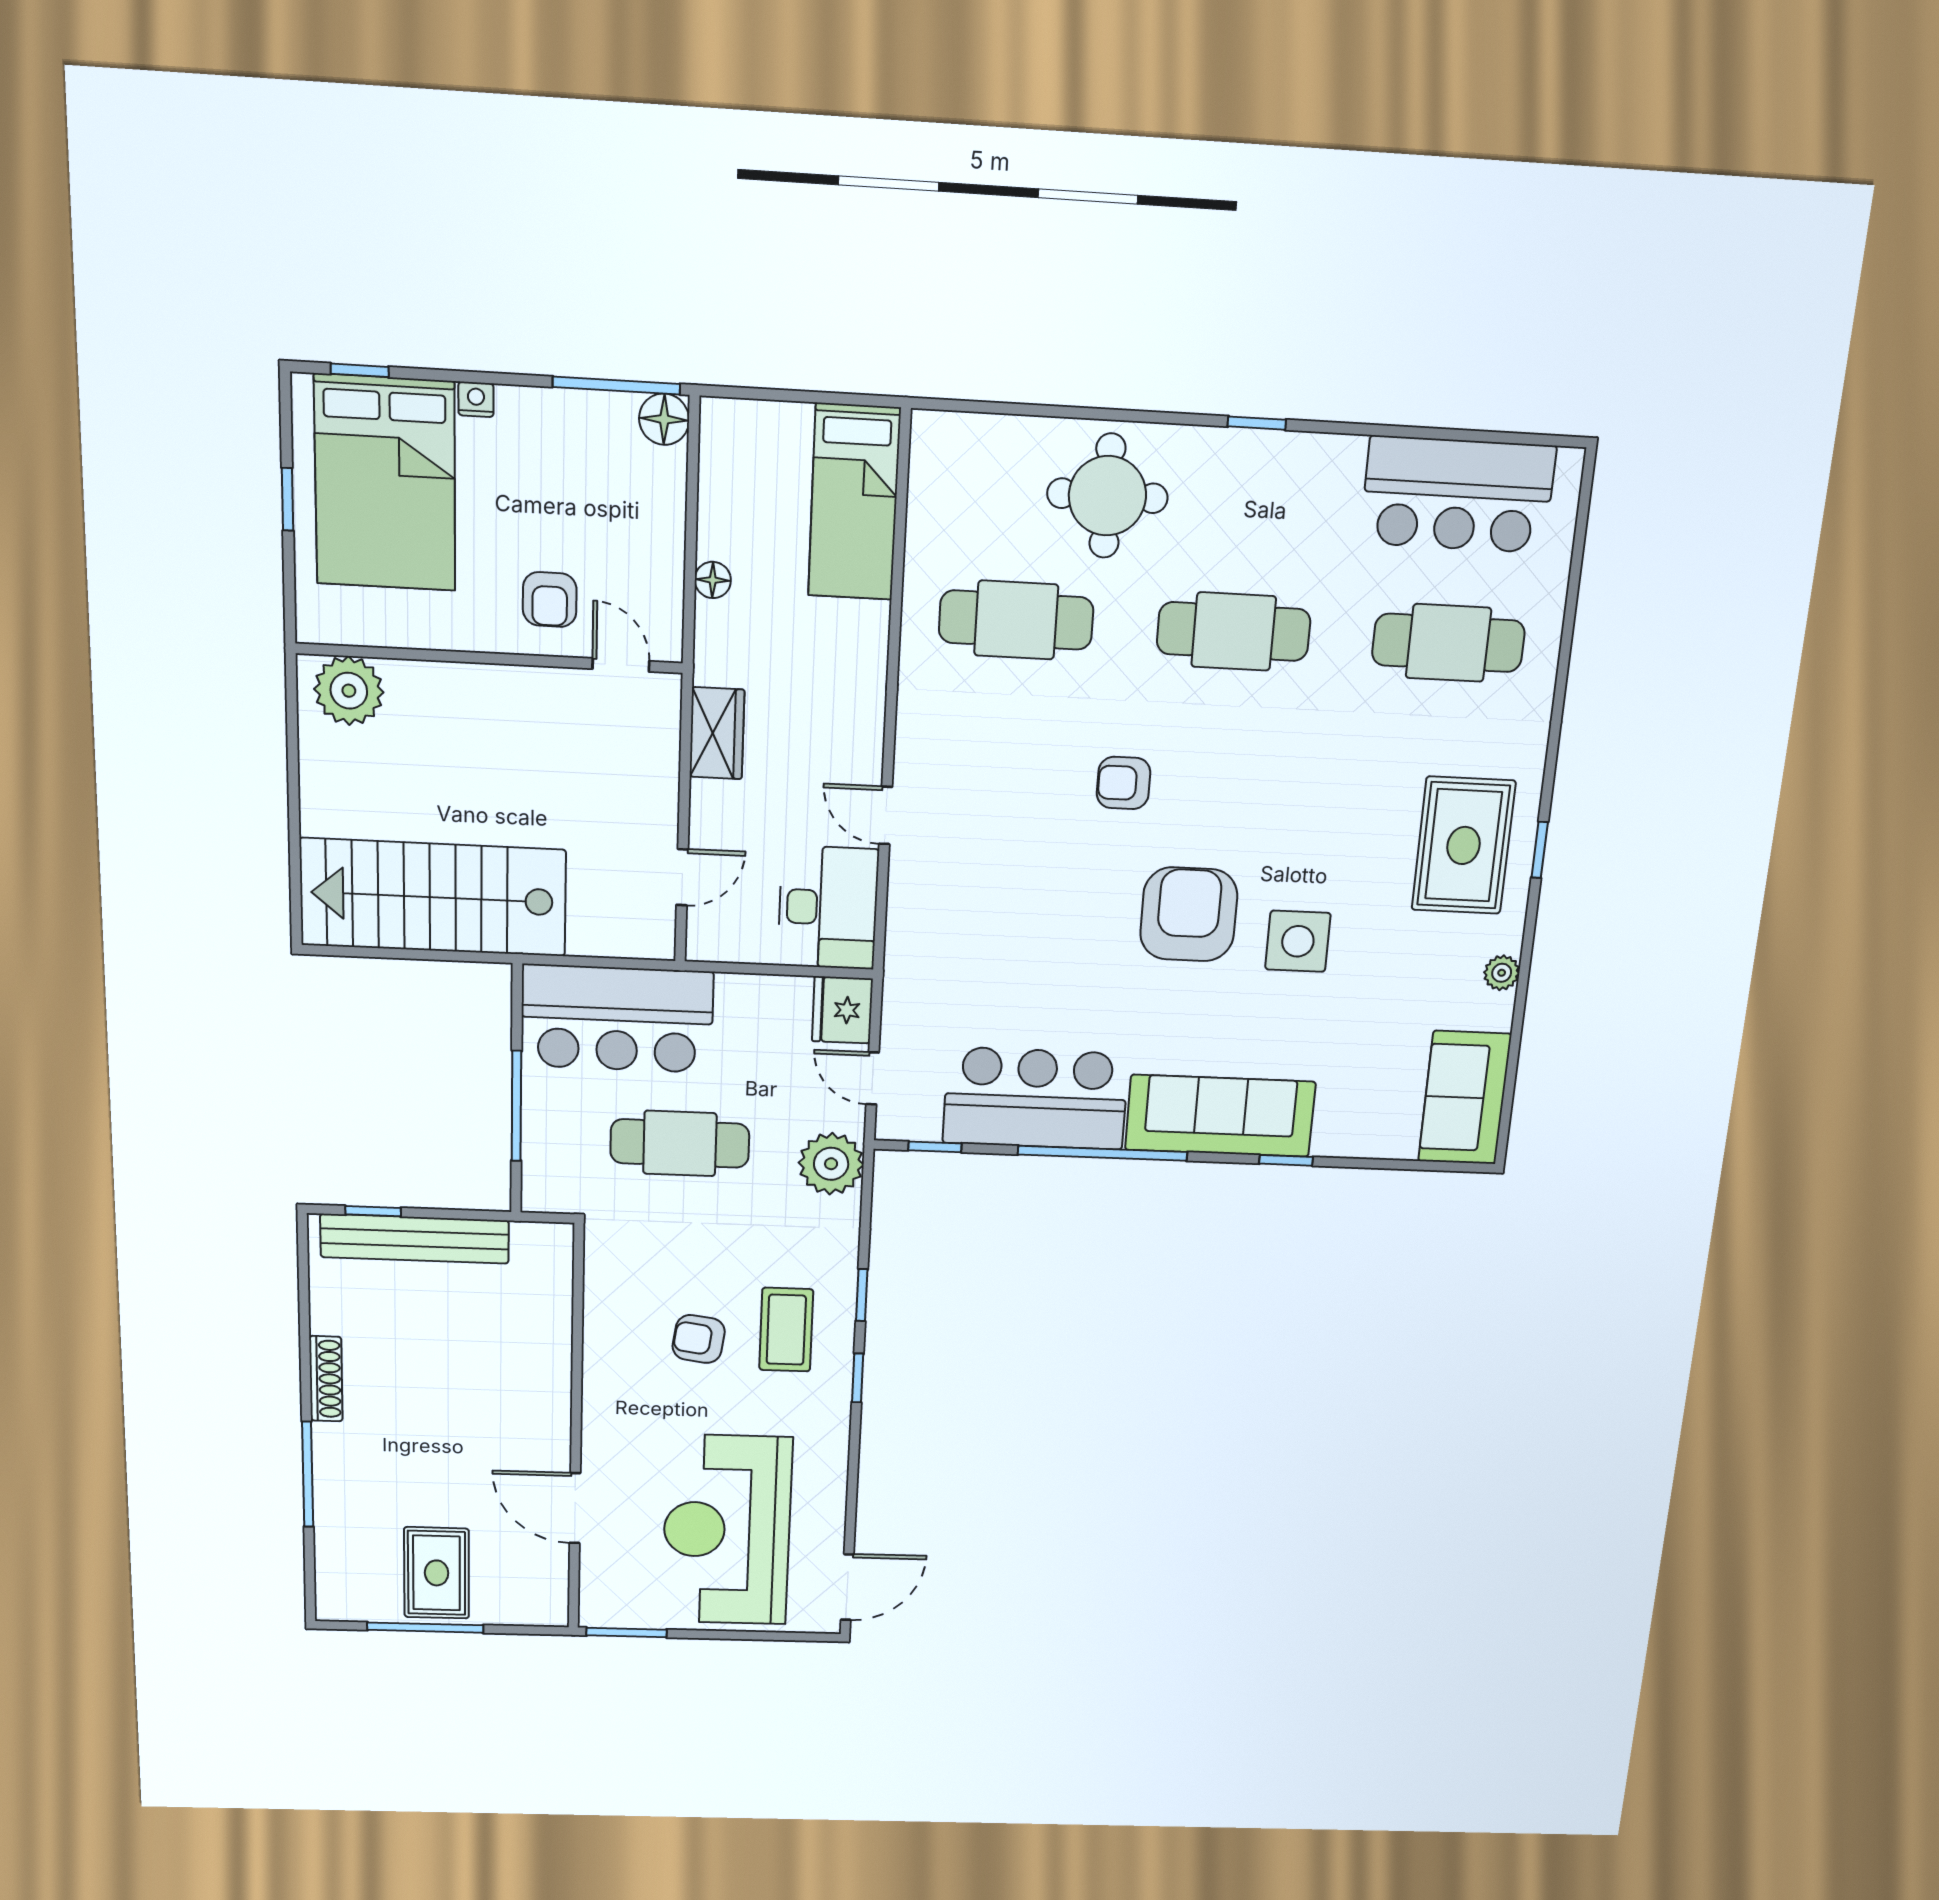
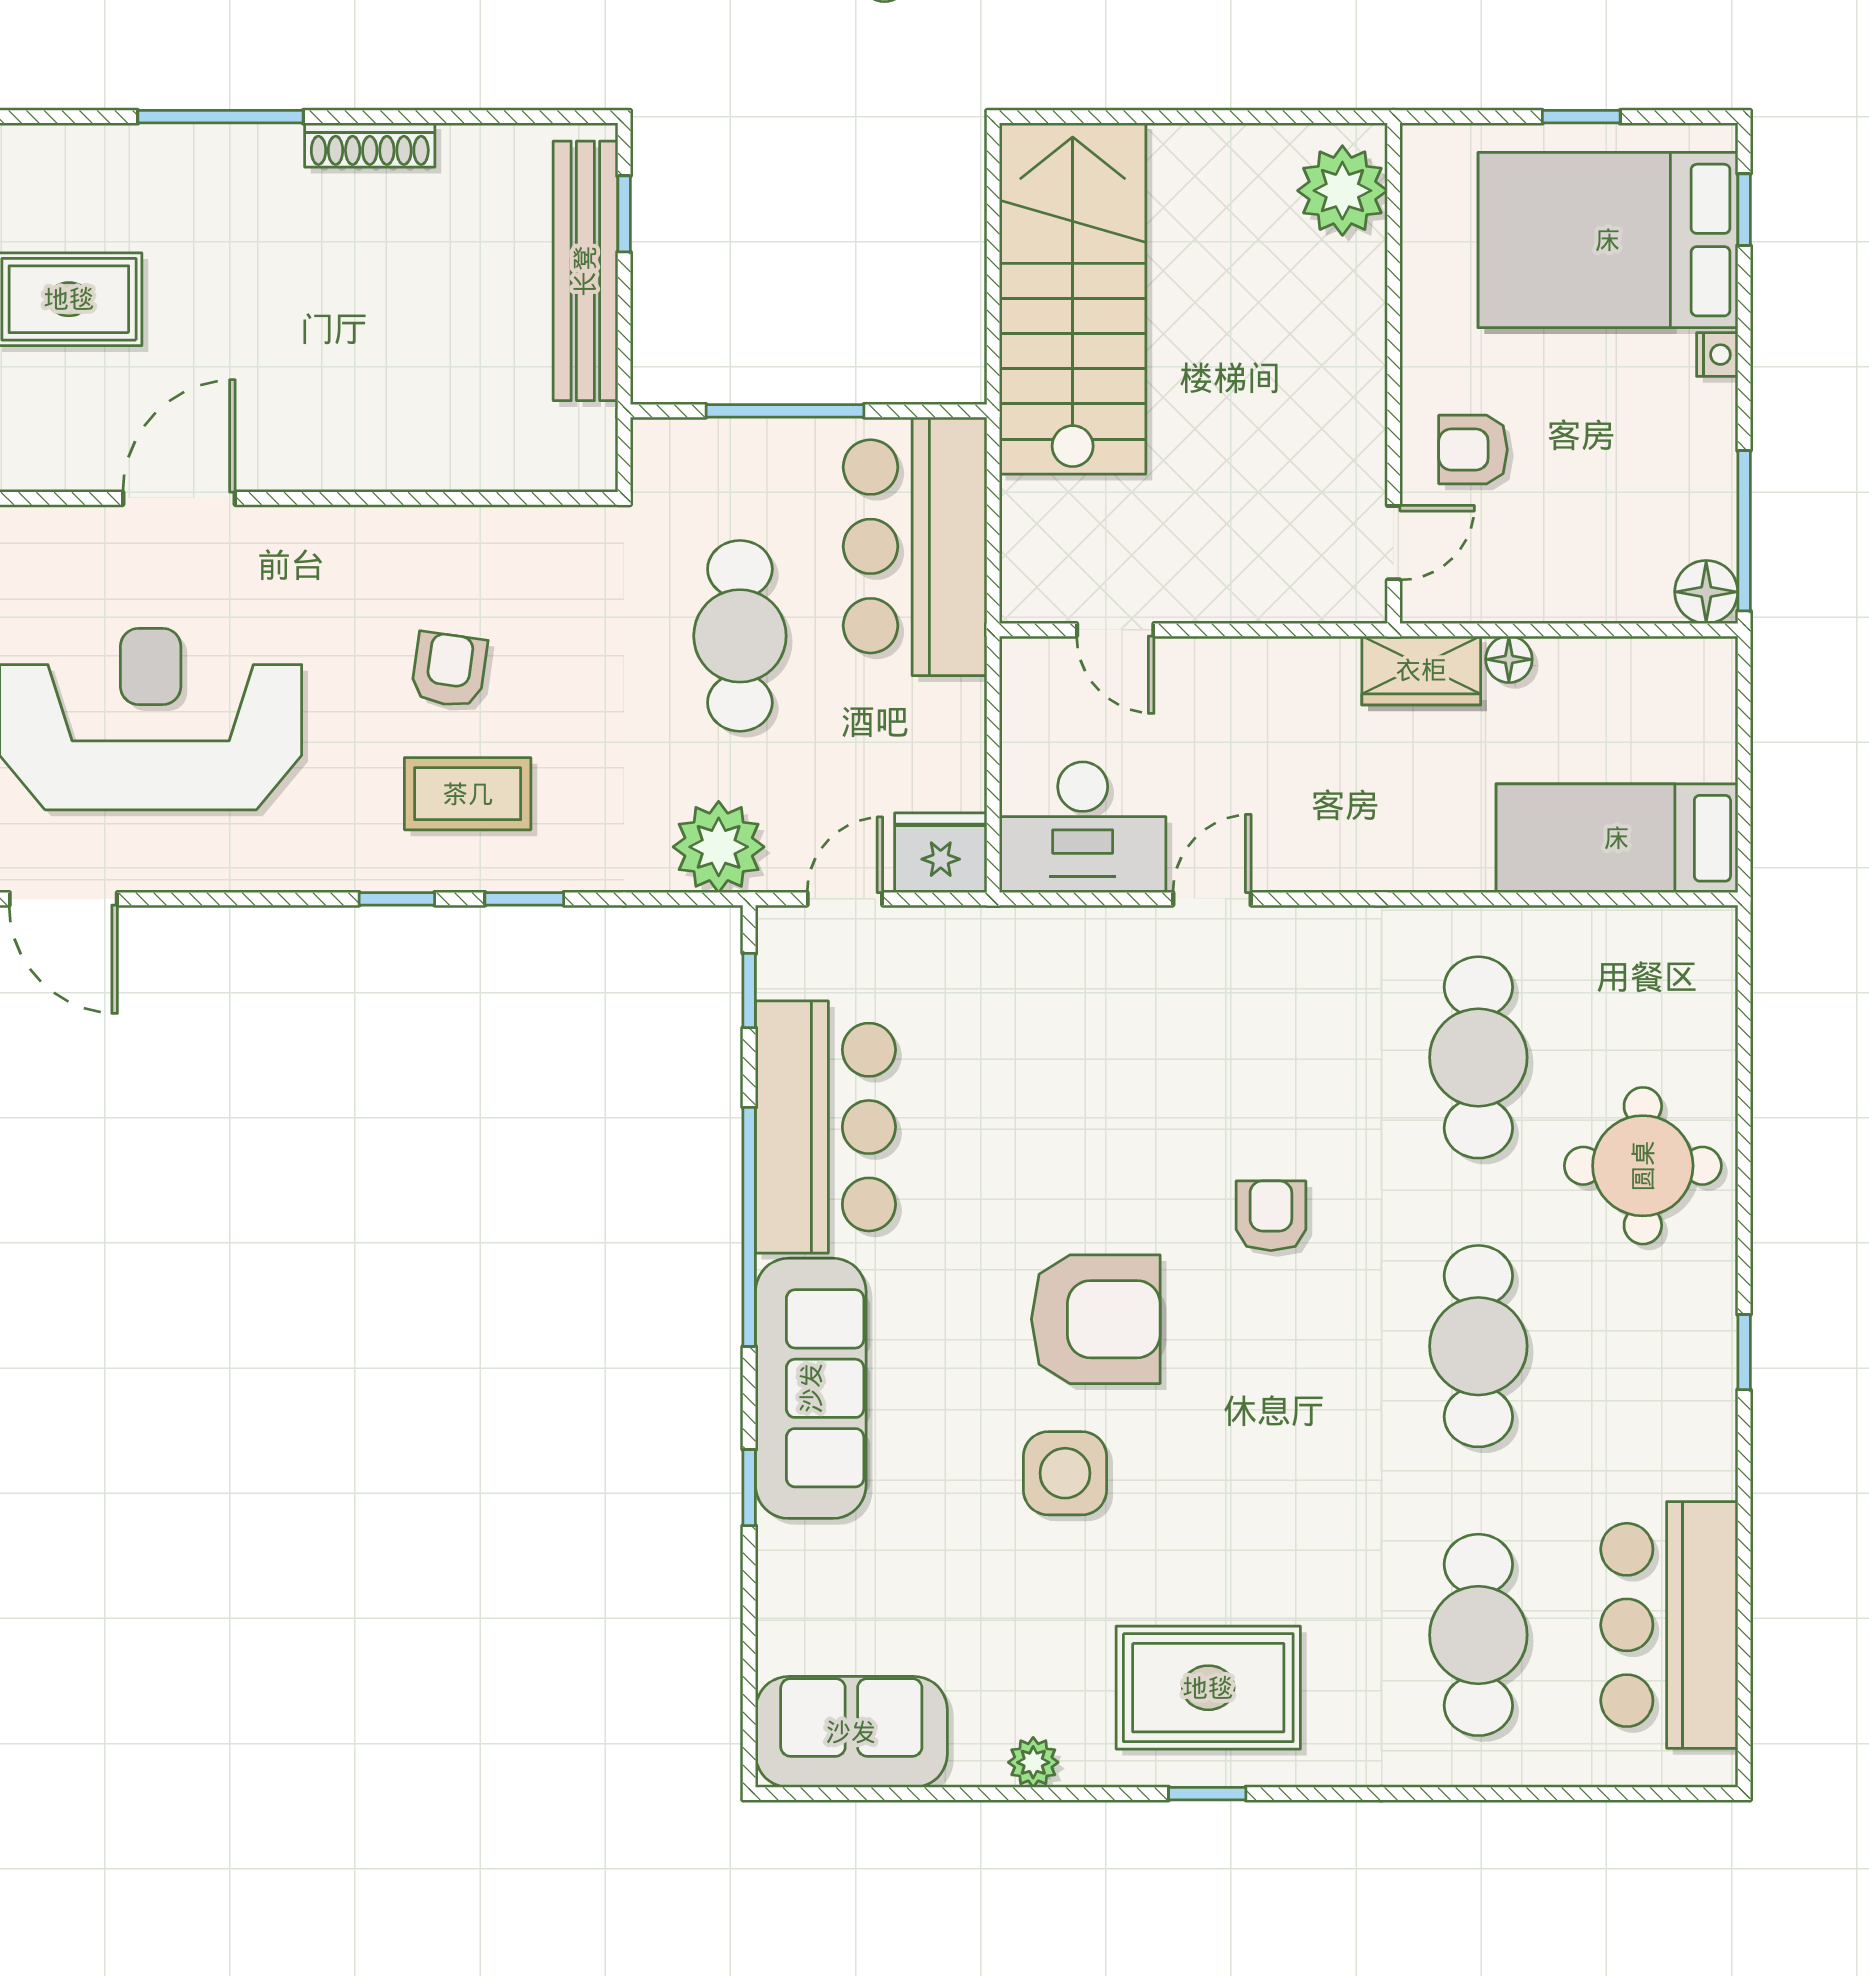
wardrobe: (717, 733) -> (1421, 670), moved

